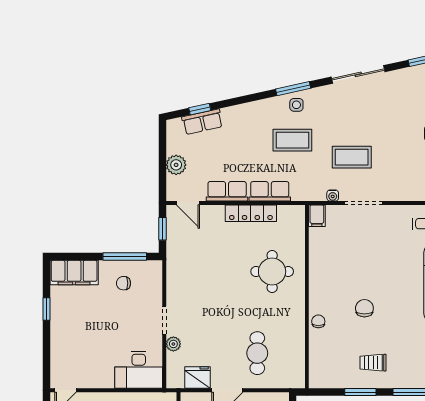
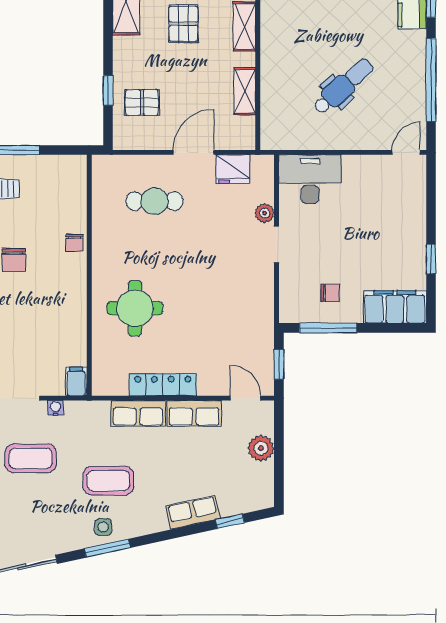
row of seats: (202, 122) -> (193, 512), moved
cafe table: (257, 353) -> (154, 201), turned 90

